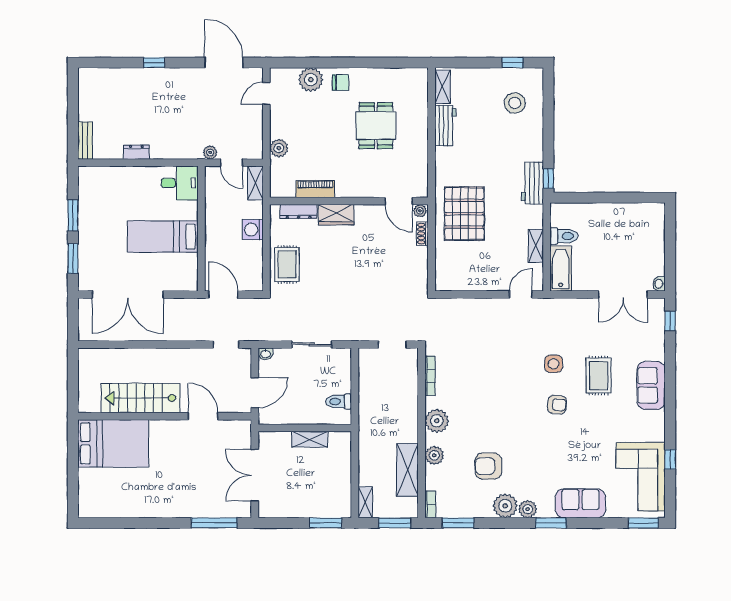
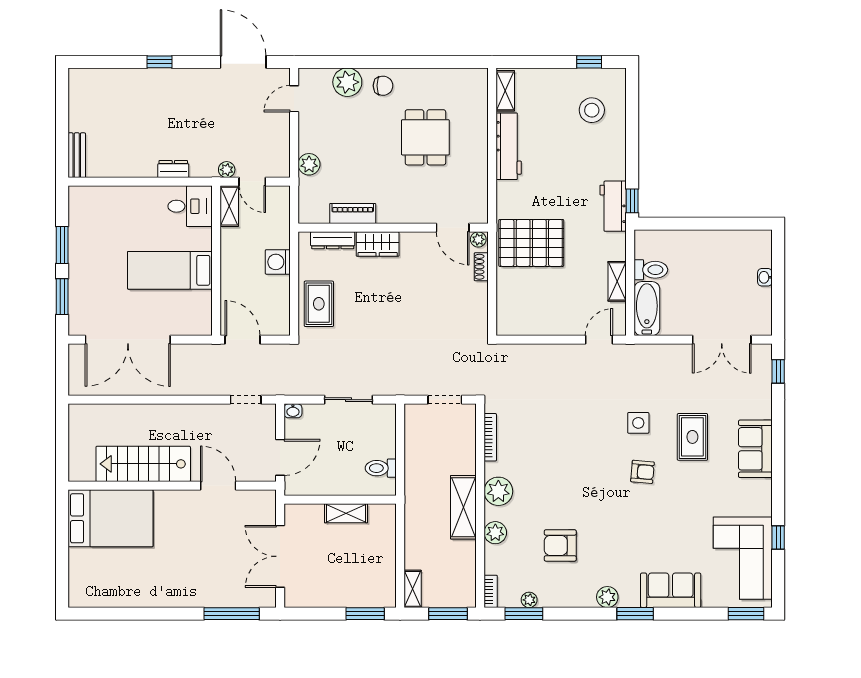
workbench: (445, 125) -> (509, 146), width x1.38
dresser: (136, 152) -> (173, 169), moved
shelving: (255, 183) -> (229, 206), moved
pallet: (464, 214) -> (531, 243), turned 90
washbasin: (659, 284) -> (765, 277), moved
shelving: (408, 470) -> (463, 507), moved
plant: (505, 506) -> (529, 600), moved, width x0.53, depth x0.53

